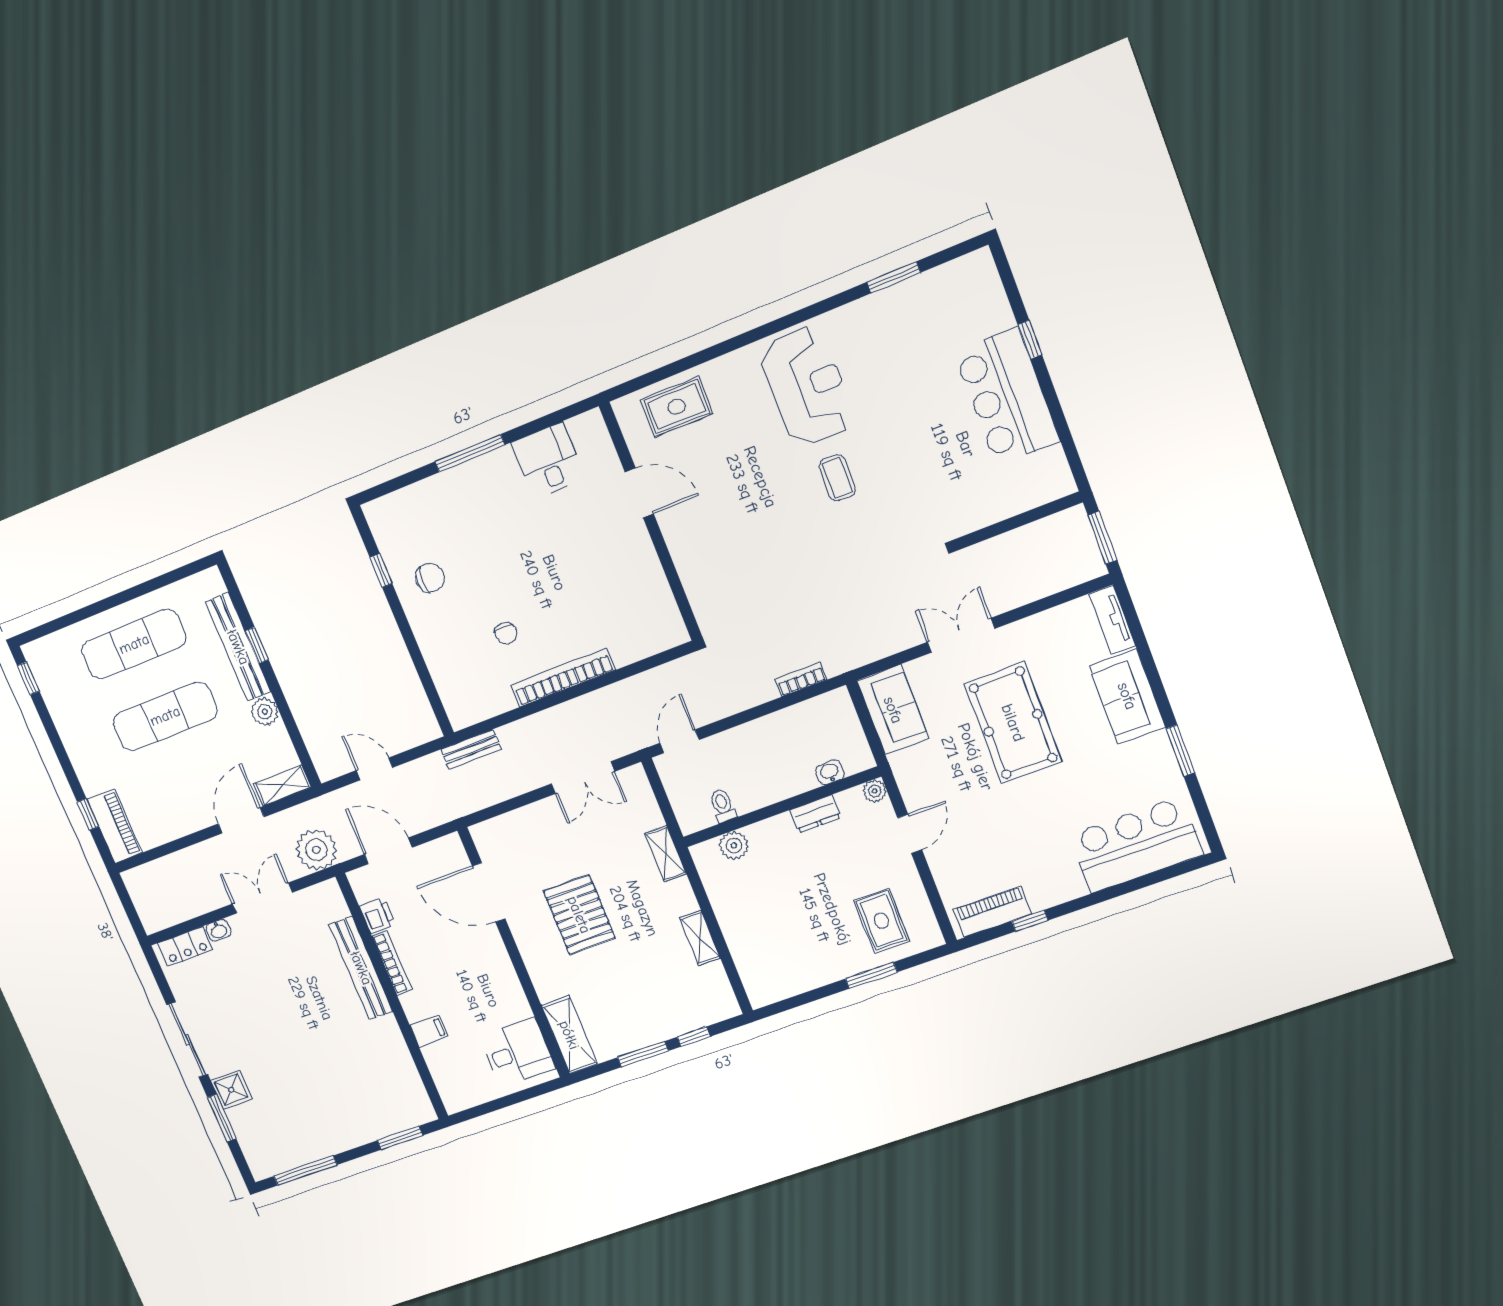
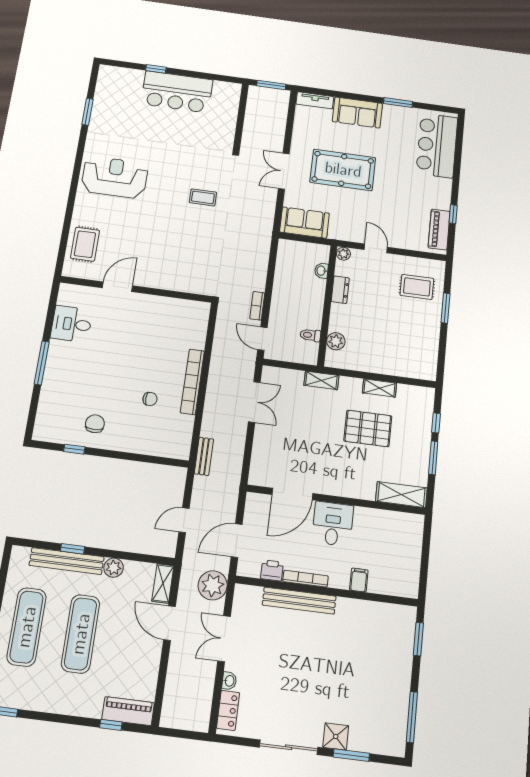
coffee table: (837, 478) -> (203, 197), moved
bookcase: (801, 679) -> (257, 306), moved
pallet: (579, 915) -> (368, 428), moved
desk: (517, 1053) -> (333, 524), moved

